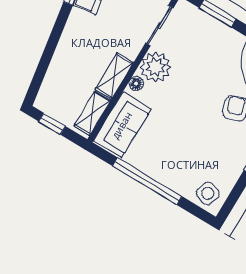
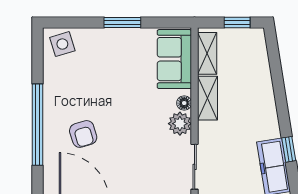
plant: (156, 67) -> (180, 124), width x0.73, depth x0.73
window: (147, 181) -> (122, 23), width x0.47
side table: (208, 193) -> (62, 44), turned -36

